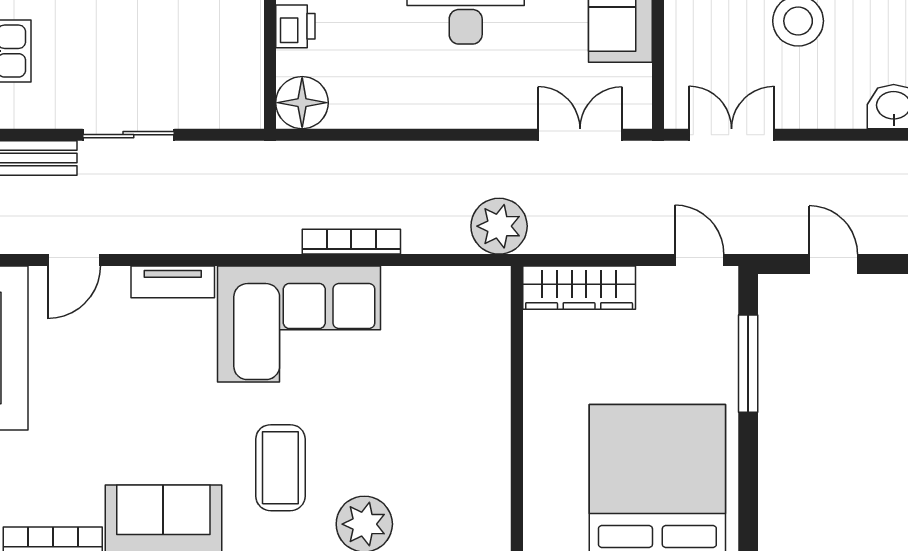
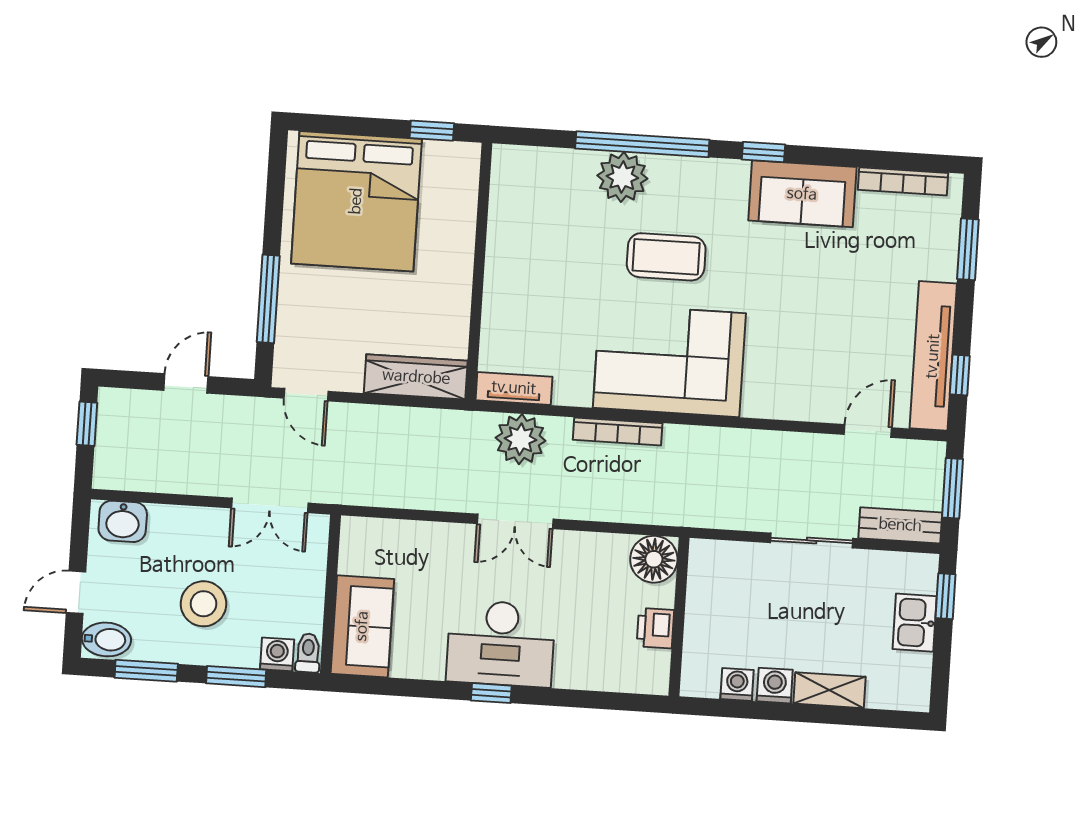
double door: (580, 135) -> (515, 521), moved
plant: (499, 226) -> (520, 439), moved
door: (833, 264) -> (186, 383), swing flipped
tv unit: (173, 282) -> (514, 388), moved
coffee table: (280, 468) -> (666, 257), moved, turned 90

